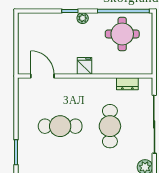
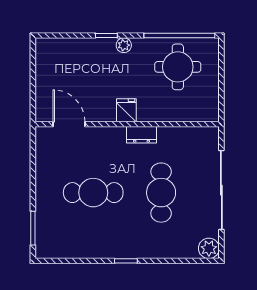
dresser: (127, 84) -> (141, 135), moved

